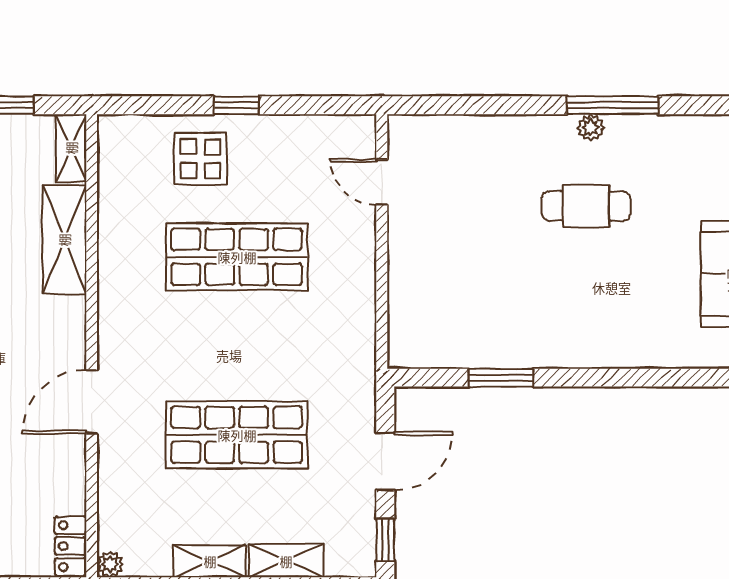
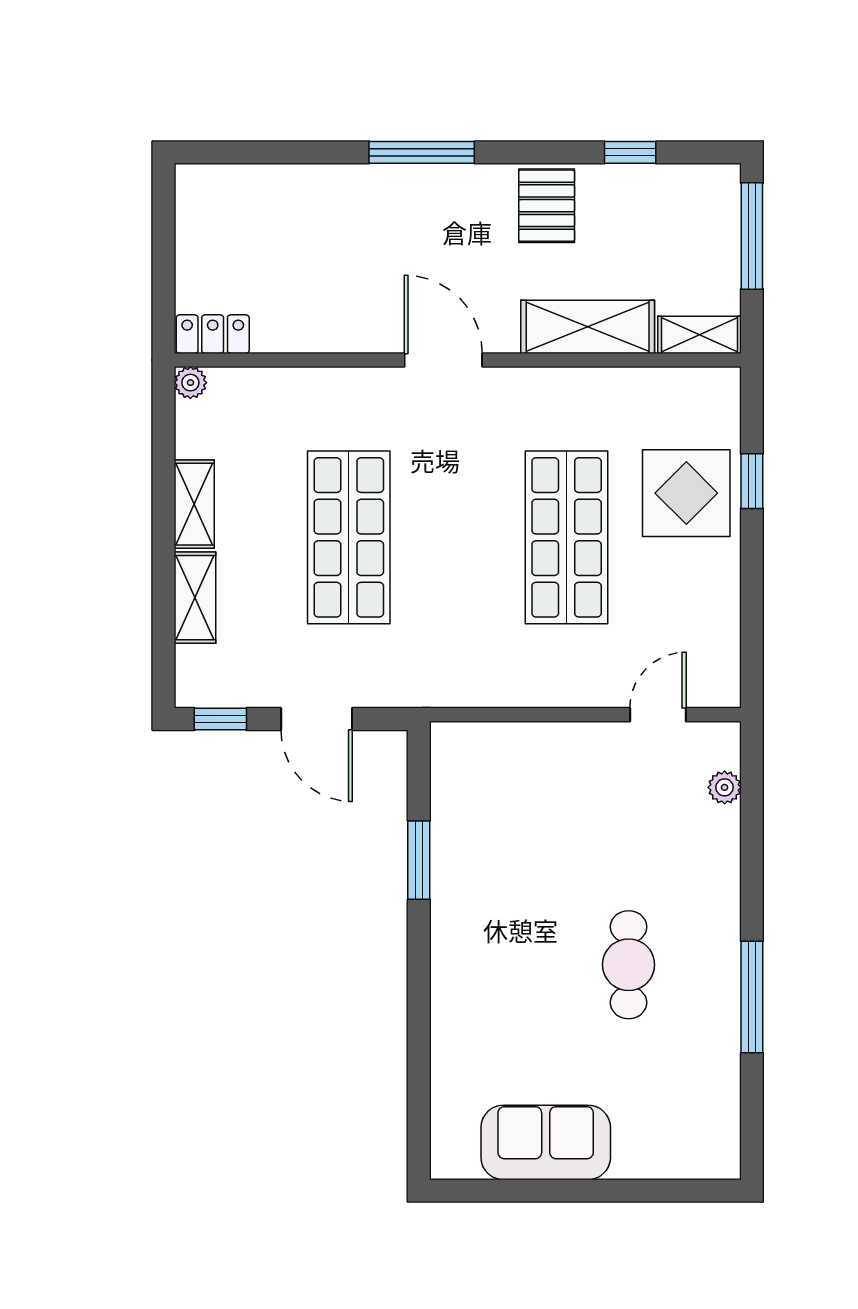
window: (236, 105) -> (752, 481), moved
plant: (591, 128) -> (725, 787), moved
display table: (200, 159) -> (686, 493), width x1.36, depth x1.36
door: (92, 402) -> (443, 360), moved

